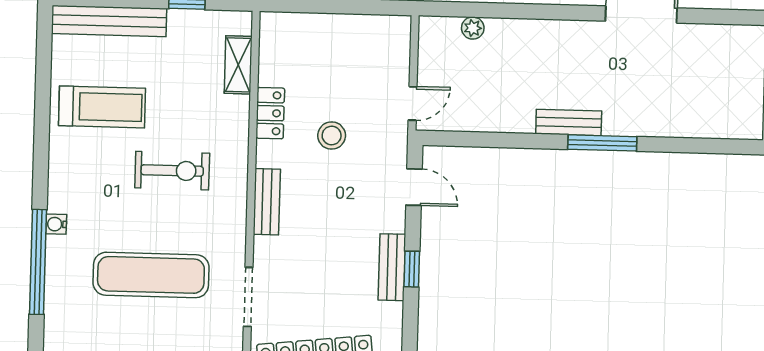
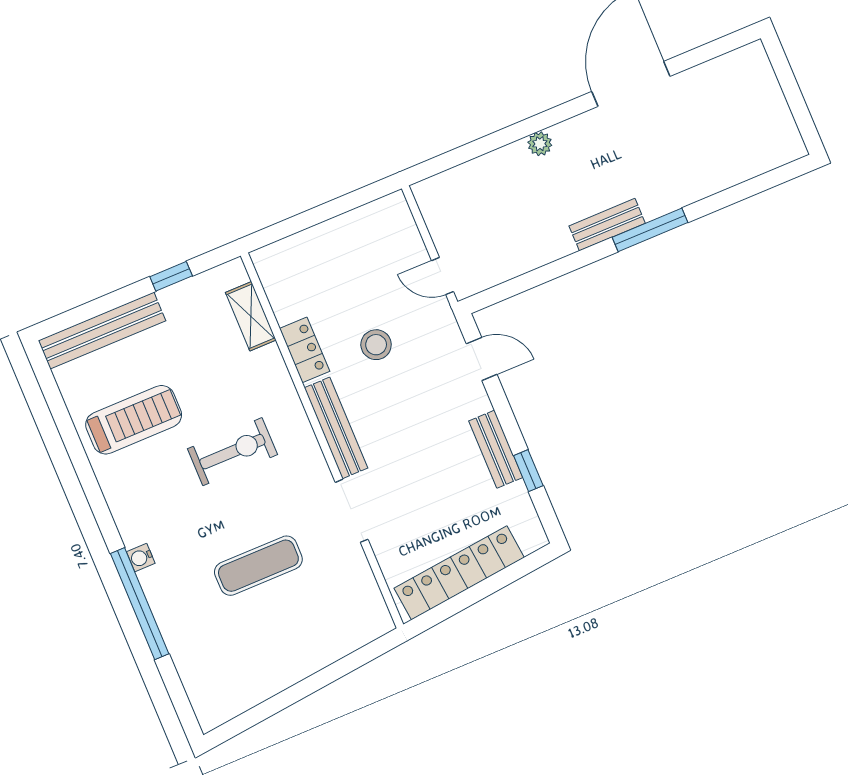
plant: (473, 28) -> (540, 144), moved
door: (413, 103) -> (443, 276), swing flipped
bench: (267, 202) -> (336, 428), width x1.36
window: (412, 269) -> (528, 471), moved
exercise mat: (151, 275) -> (258, 566), width x0.73, depth x0.69
doorway: (248, 297) -> (352, 511), moved

